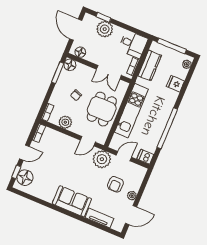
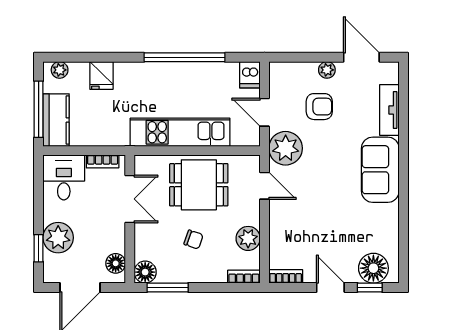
kitchen counter: (150, 66) -> (56, 120), moved, turned 90

